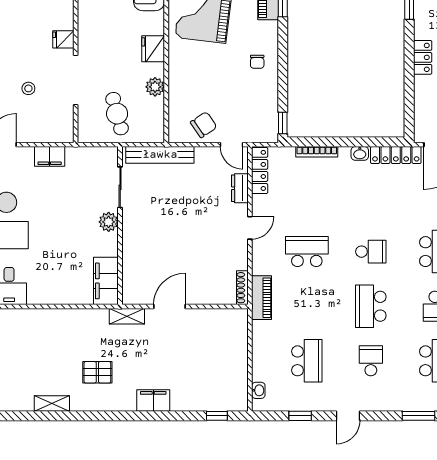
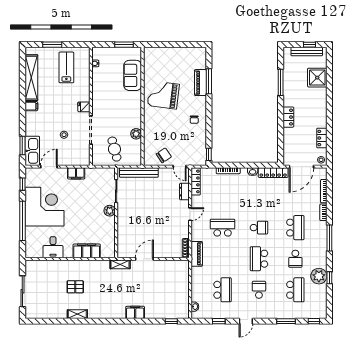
fridge: (153, 49) -> (135, 112), removed
filing cabinet: (106, 281) -> (87, 251), moved, turned 90
pallet: (97, 372) -> (75, 287), moved

